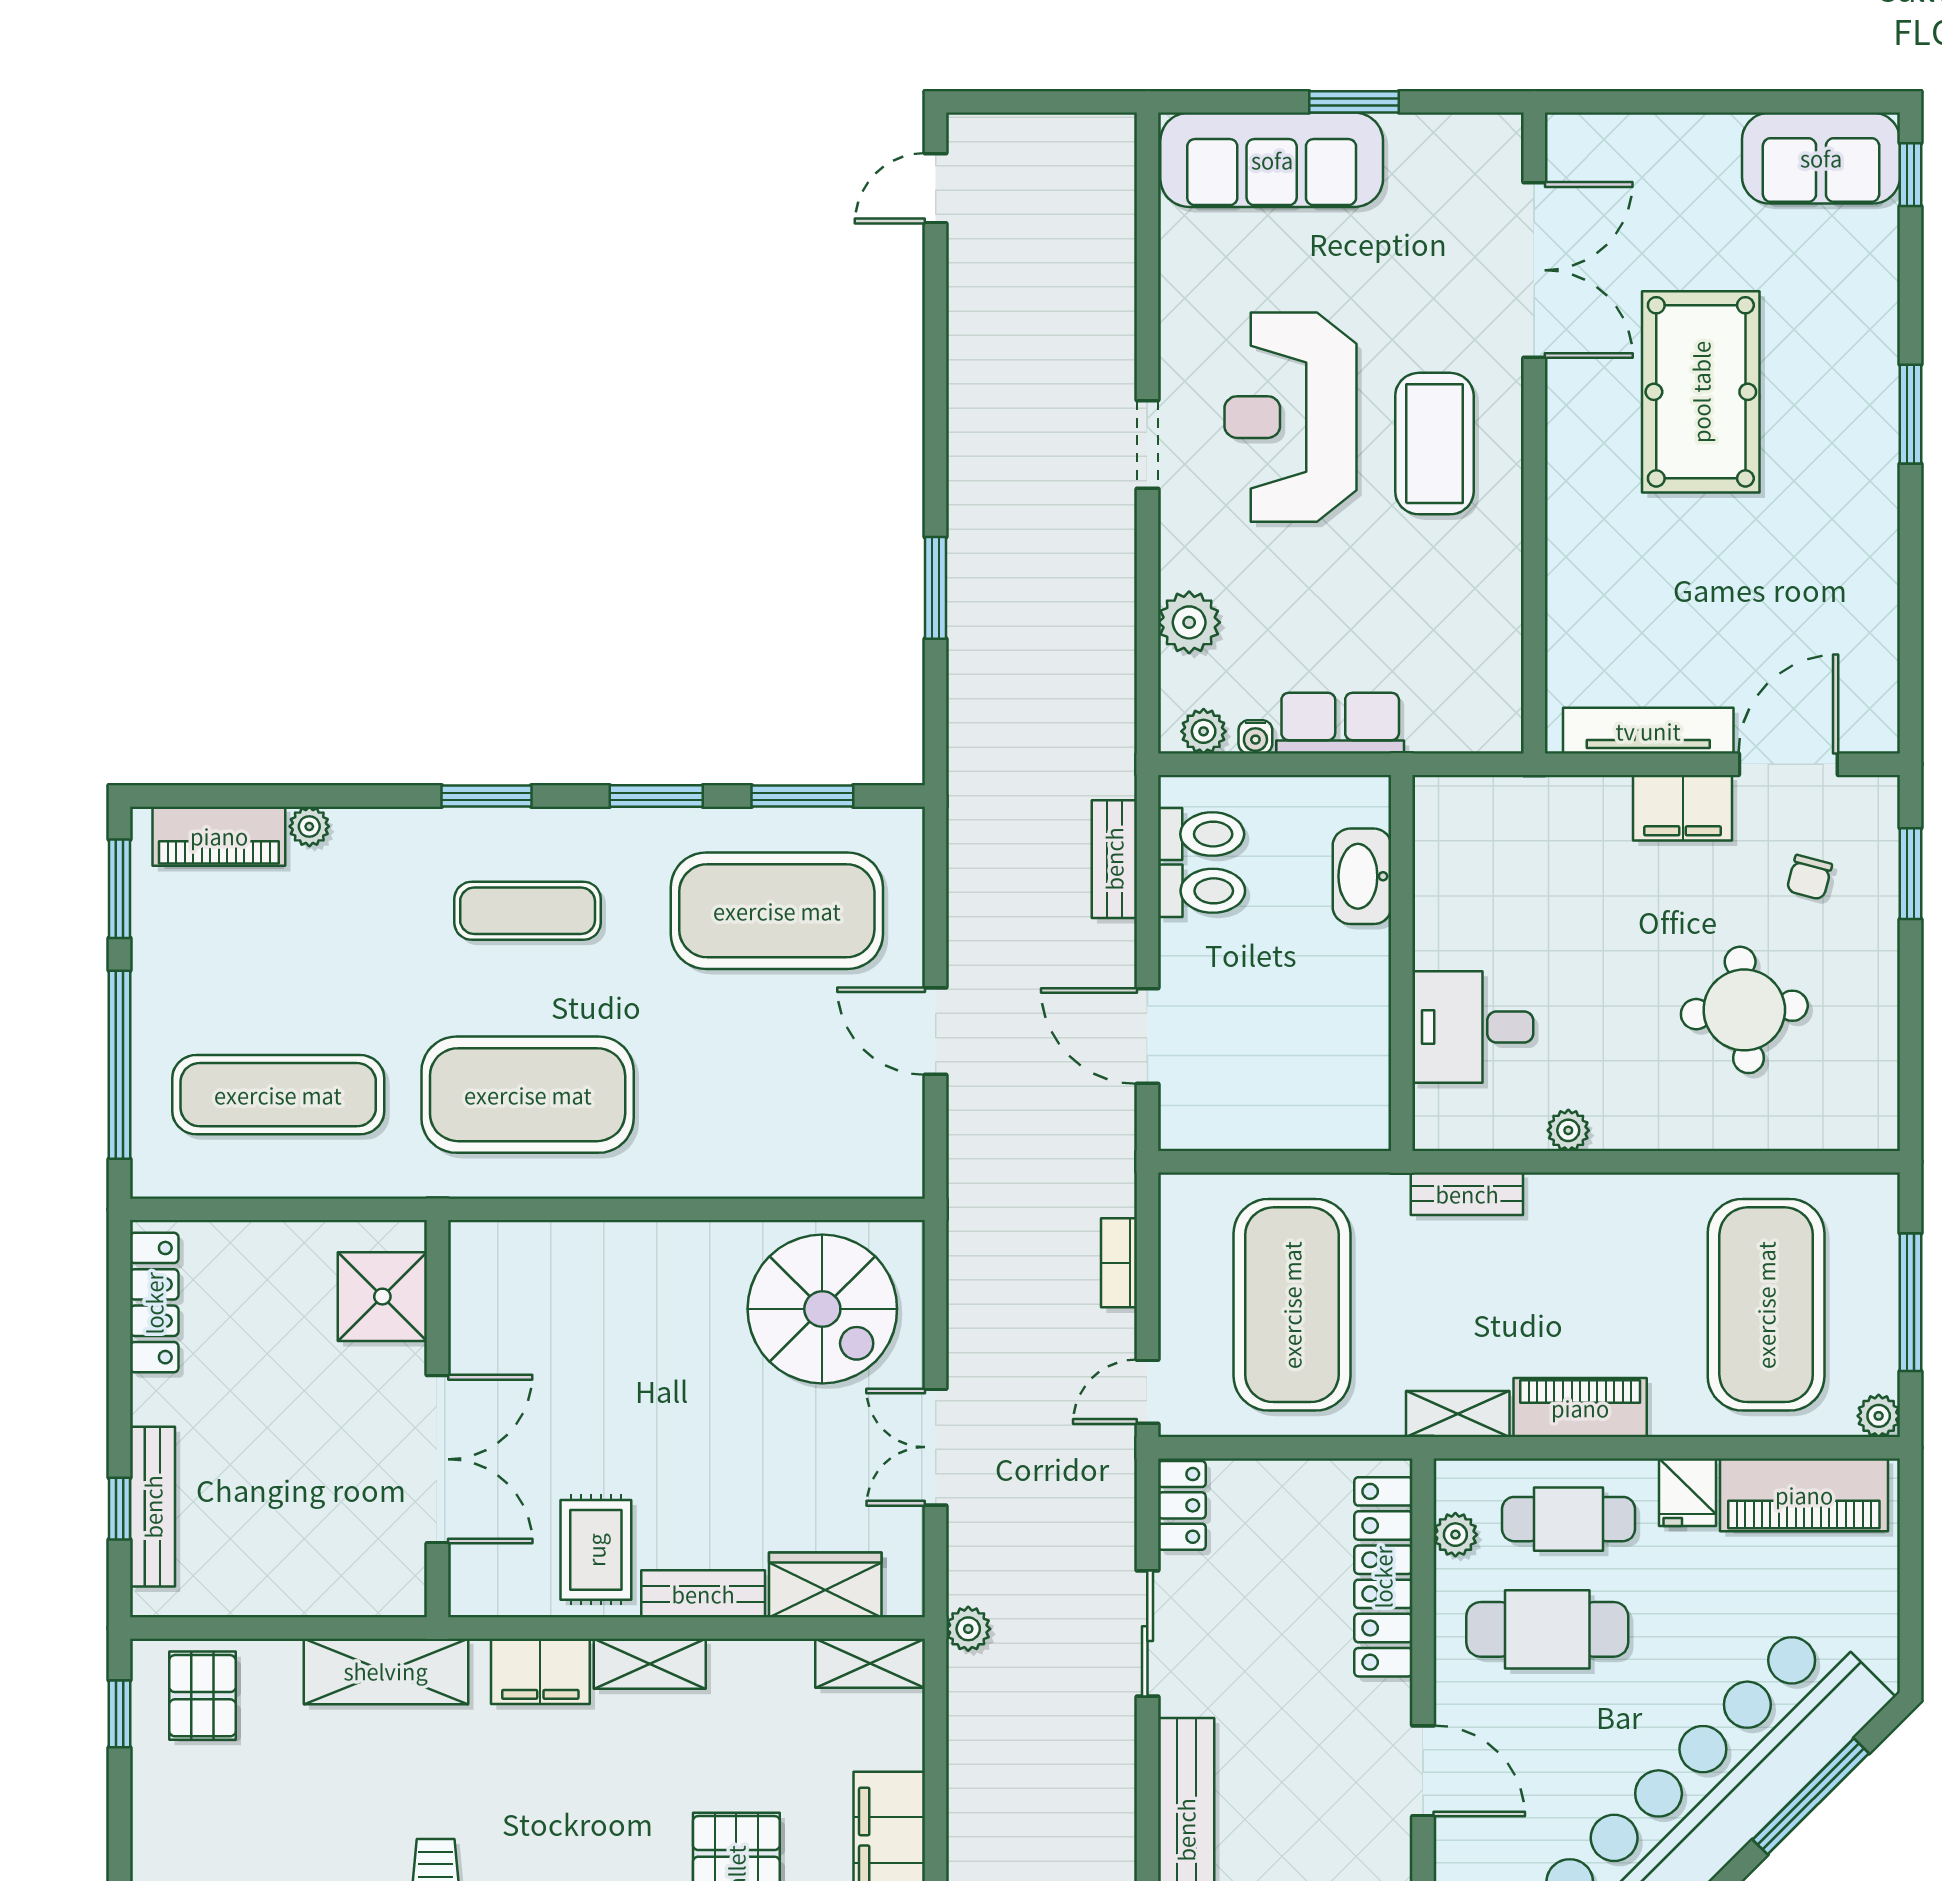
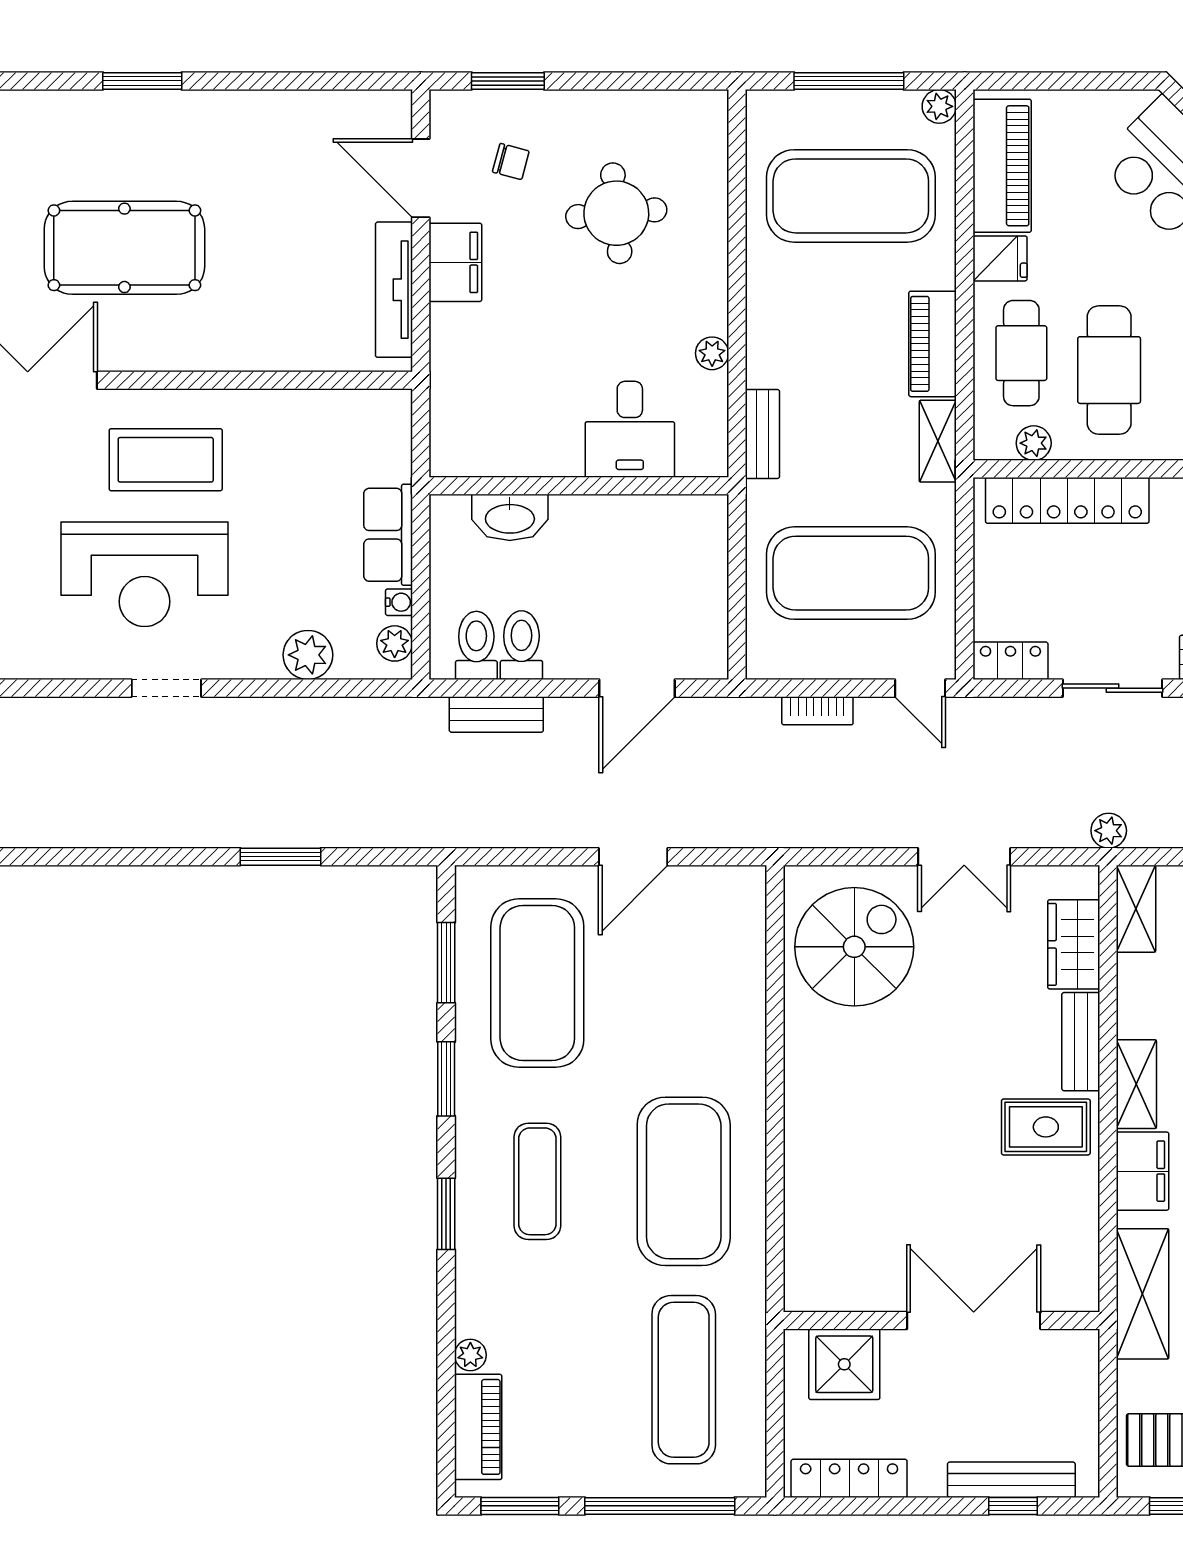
shower: (382, 1297) -> (844, 1364), moved
wall: (437, 1419) -> (941, 1320), moved
double door: (437, 1459) -> (974, 1320), moved

